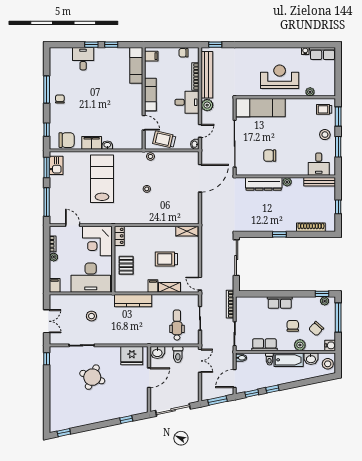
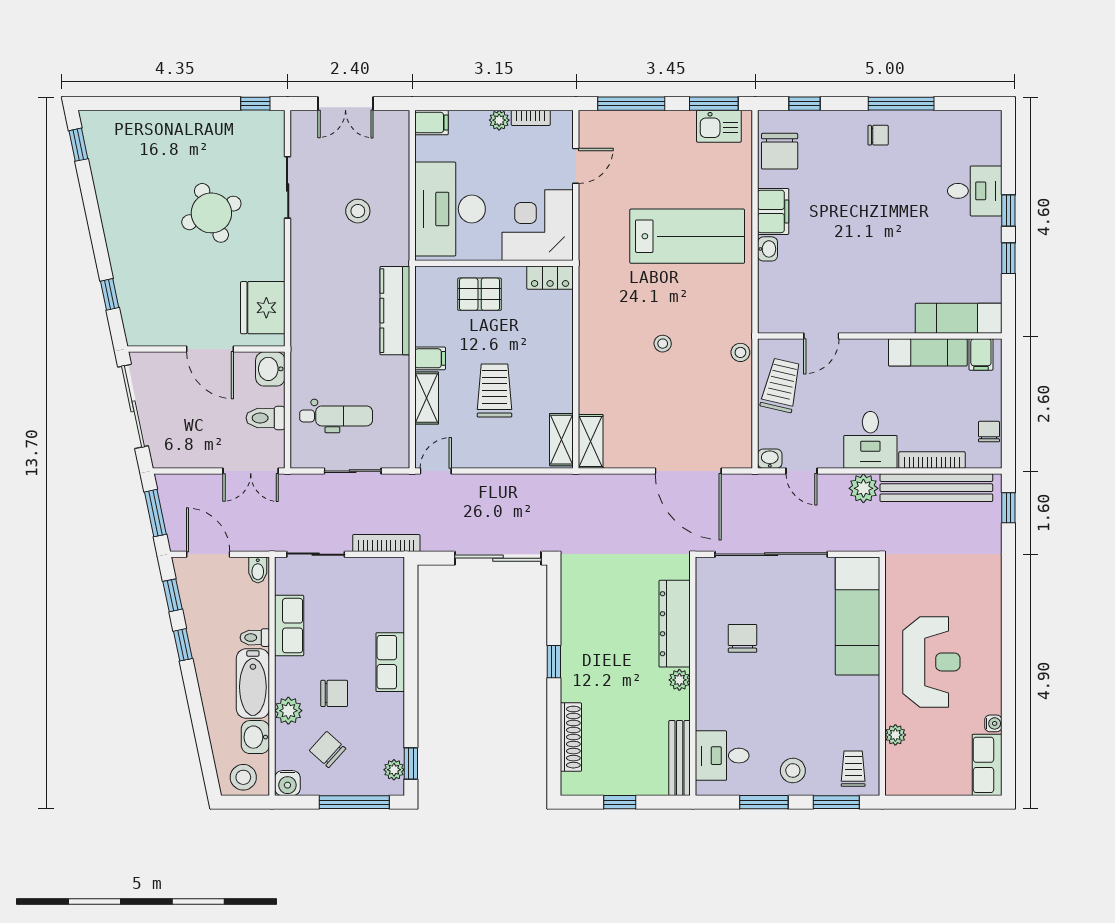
exam couch: (150, 94) -> (928, 352), moved
shelving: (188, 219) -> (591, 441), added
round table: (92, 377) -> (211, 213), turned 45

